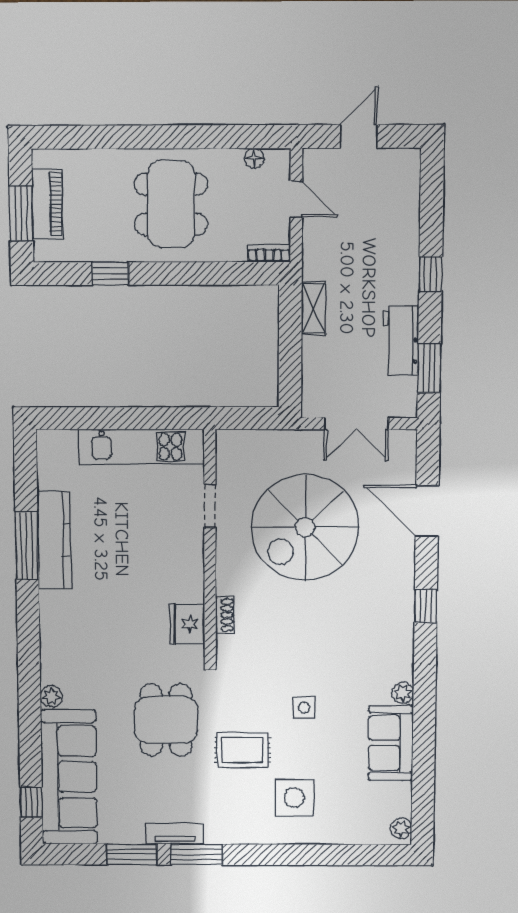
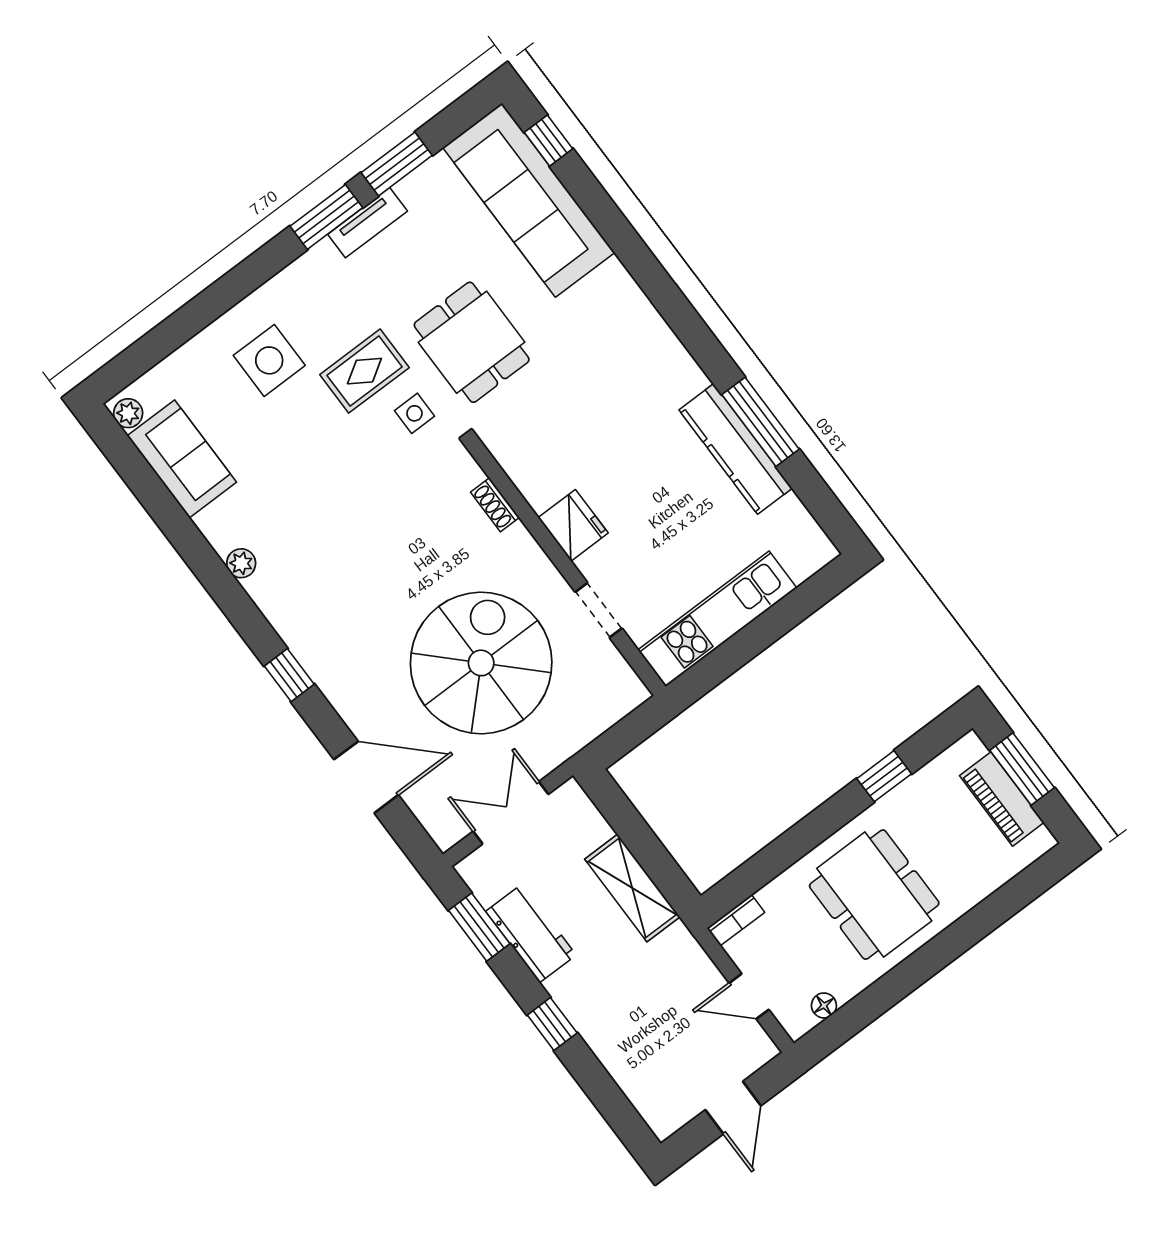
shelving: (313, 308) -> (632, 888), width x1.50, depth x1.33
fridge: (187, 624) -> (573, 525), moved
plant: (51, 696) -> (614, 276), removed
side table: (304, 708) -> (414, 413), moved
sofa: (391, 743) -> (182, 459), moved

